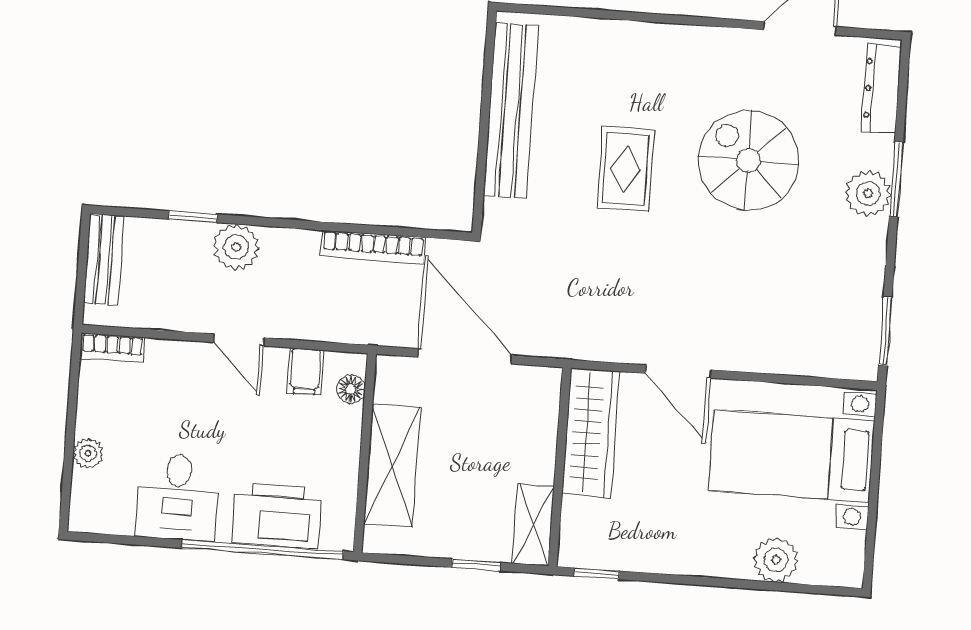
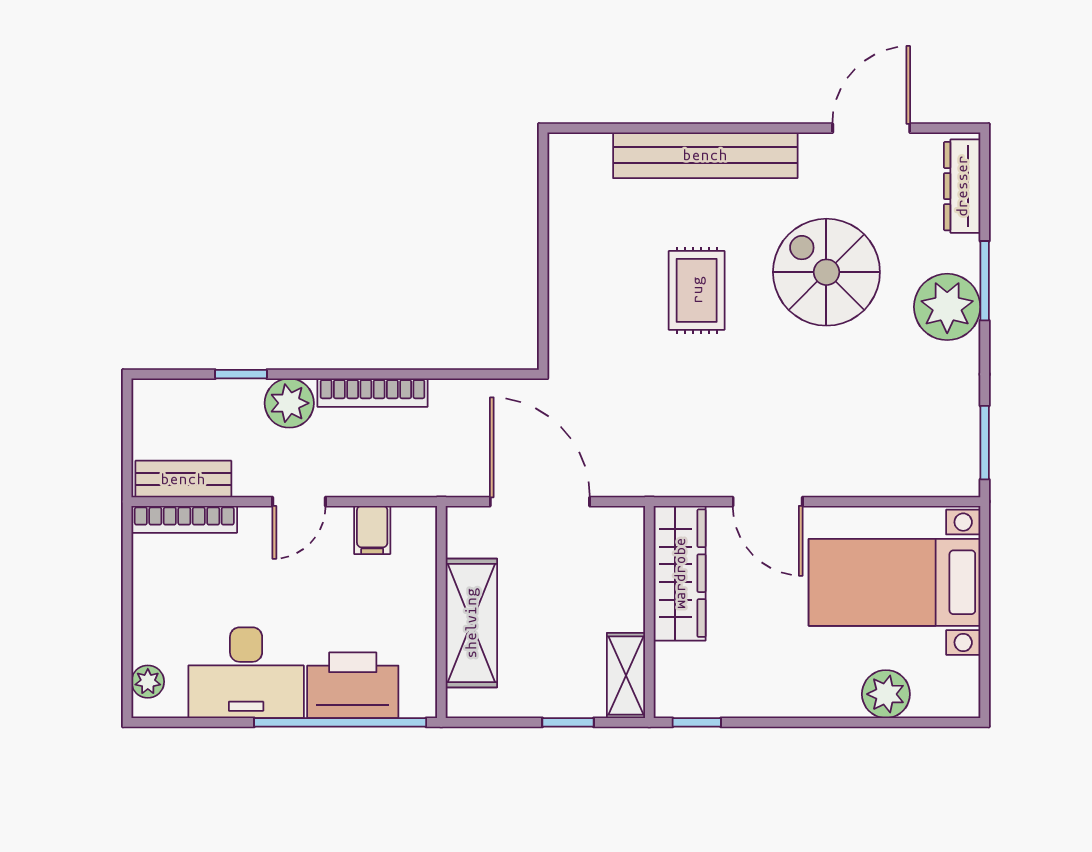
bench: (511, 110) -> (705, 155), moved, turned 90
plant: (868, 193) -> (947, 307), width x1.36, depth x1.36
bookcase: (373, 247) -> (372, 393), moved
bench: (104, 260) -> (183, 479), moved, turned 90
door: (239, 340) -> (299, 502), hinge flipped
bookcase: (112, 348) -> (184, 519), width x1.56
floor lamp: (351, 389) -> (422, 545), removed
plant: (88, 453) -> (148, 682), moved
desk: (178, 497) -> (246, 673), width x1.37

